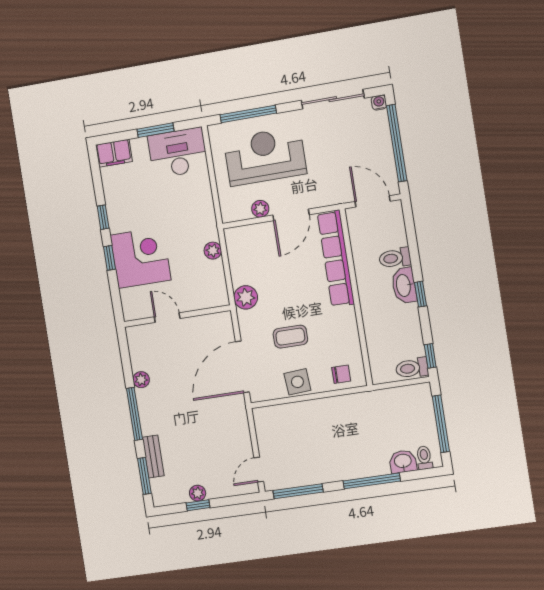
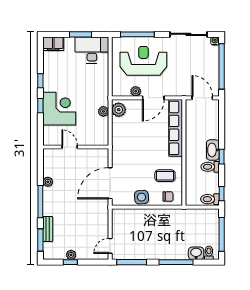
toilet: (395, 258) -> (210, 167), moved
plant: (246, 297) -> (119, 110), moved
coffee table: (290, 337) -> (165, 176), moved

